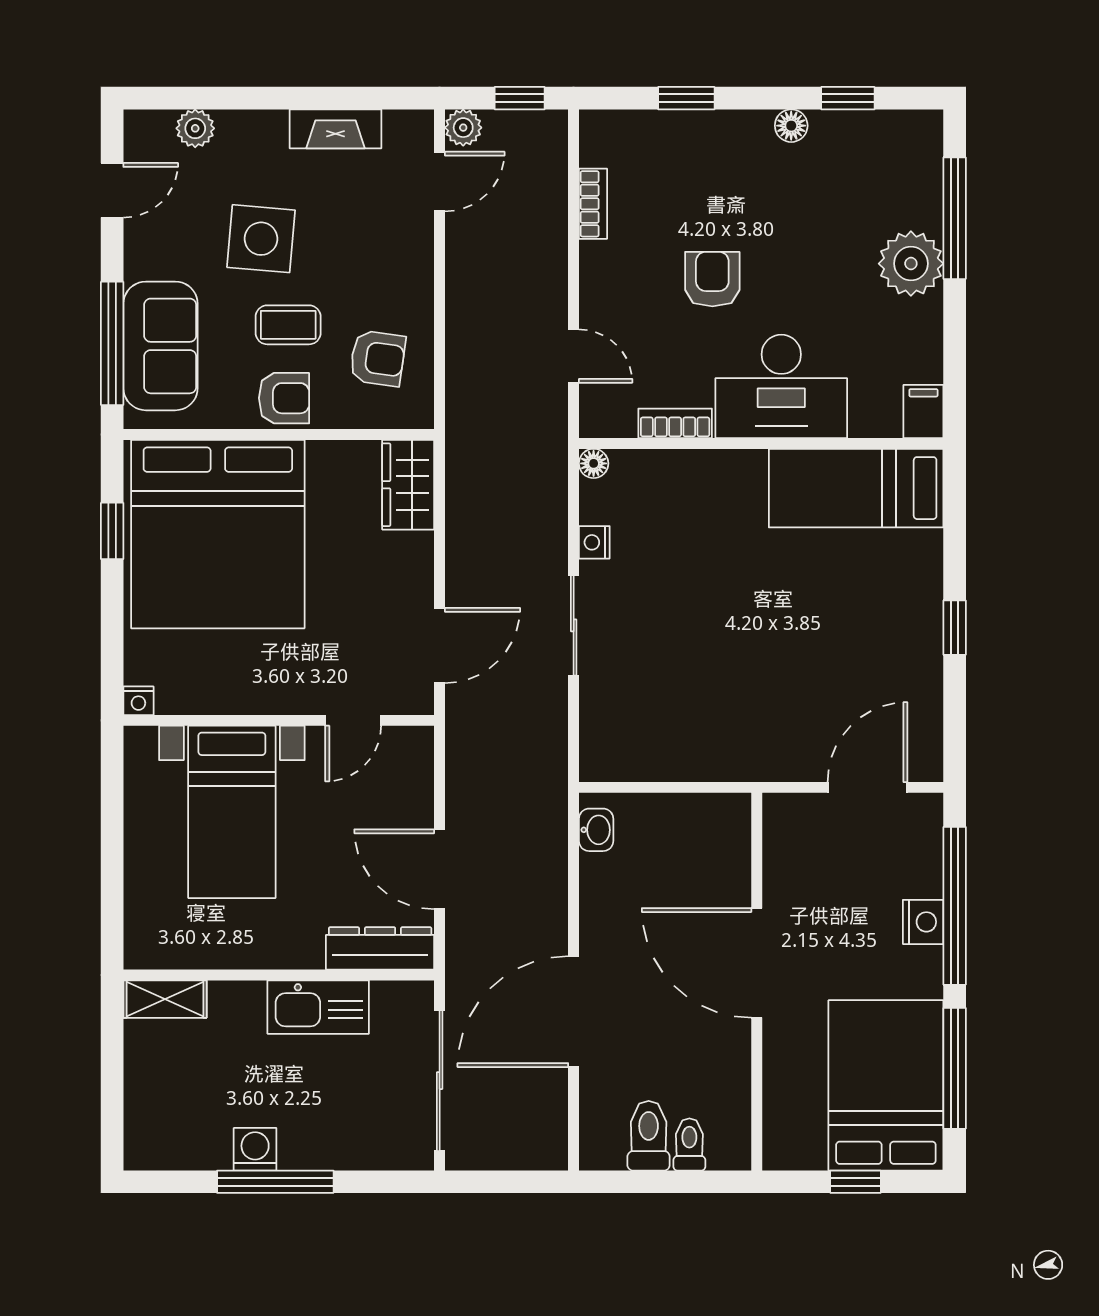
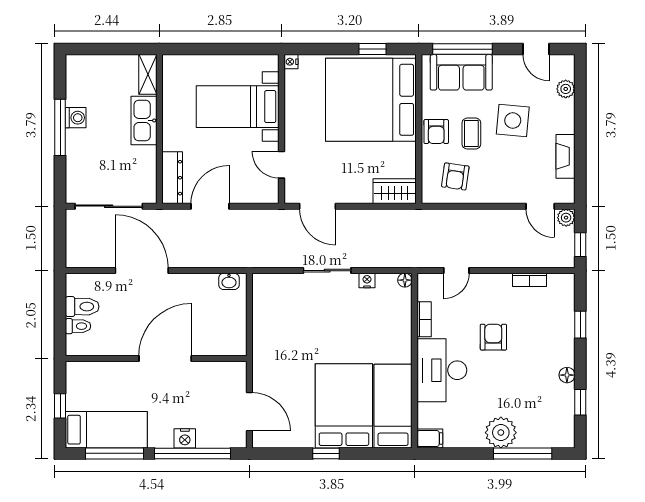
armchair: (712, 279) -> (493, 337), turned -90
bed: (855, 590) -> (344, 406), added
kitchen sink: (318, 1007) -> (144, 120), moved
bed: (886, 1085) -> (106, 430), width x0.67

